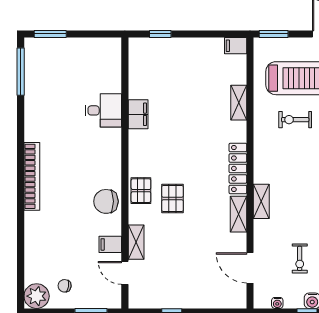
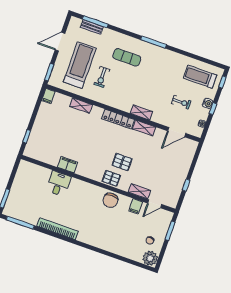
bookcase: (32, 176) -> (58, 229), moved

